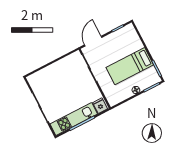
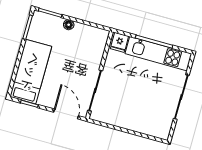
door: (93, 41) -> (66, 114), swing flipped
bed: (130, 66) -> (31, 72), moved, turned -90

